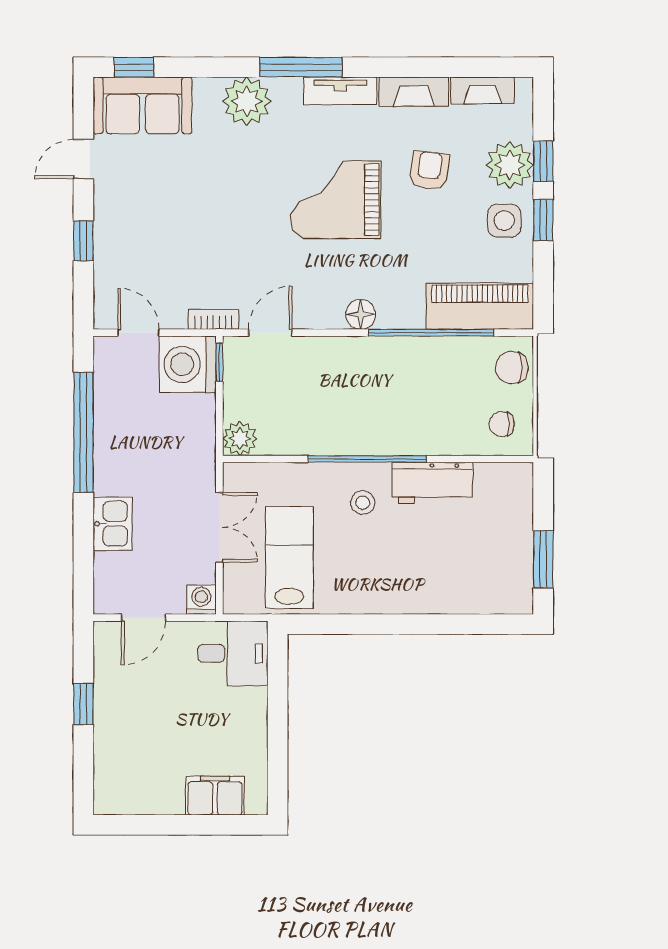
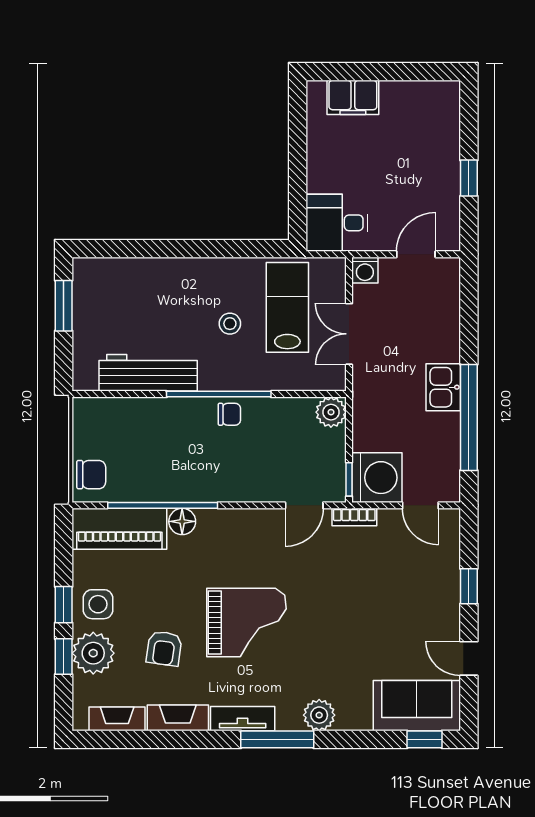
plant: (247, 101) -> (319, 715), width x0.73, depth x0.73
door: (83, 159) -> (469, 658), swing flipped
floor lamp: (361, 314) -> (182, 521), moved
chair: (502, 424) -> (229, 414), moved
workbench: (432, 483) -> (148, 373), width x1.38
stool: (363, 503) -> (230, 324), moved
kitchen sink: (113, 524) -> (443, 387), moved
lab bench: (289, 557) -> (287, 307), turned 180

